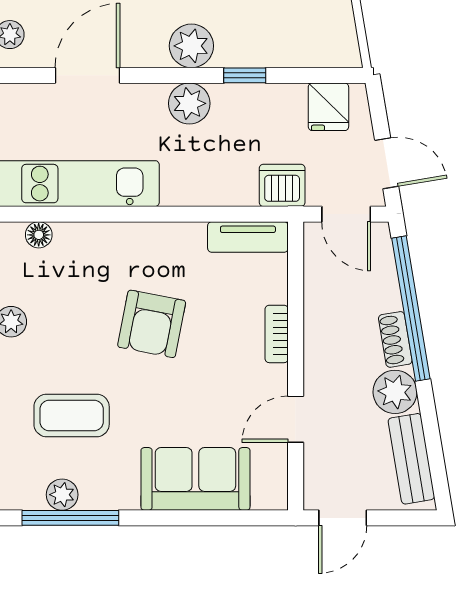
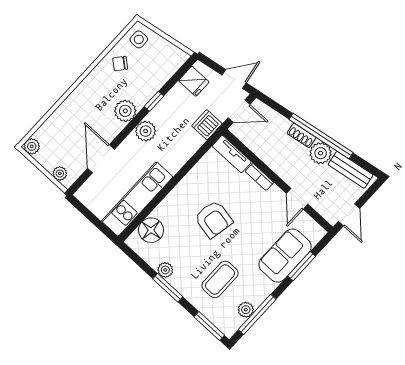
floor lamp: (39, 235) -> (151, 230), width x1.89, depth x1.89
tv unit: (248, 237) -> (232, 154), moved, turned 90
window: (411, 309) -> (321, 136), moved
window: (202, 518) -> (302, 266), added

